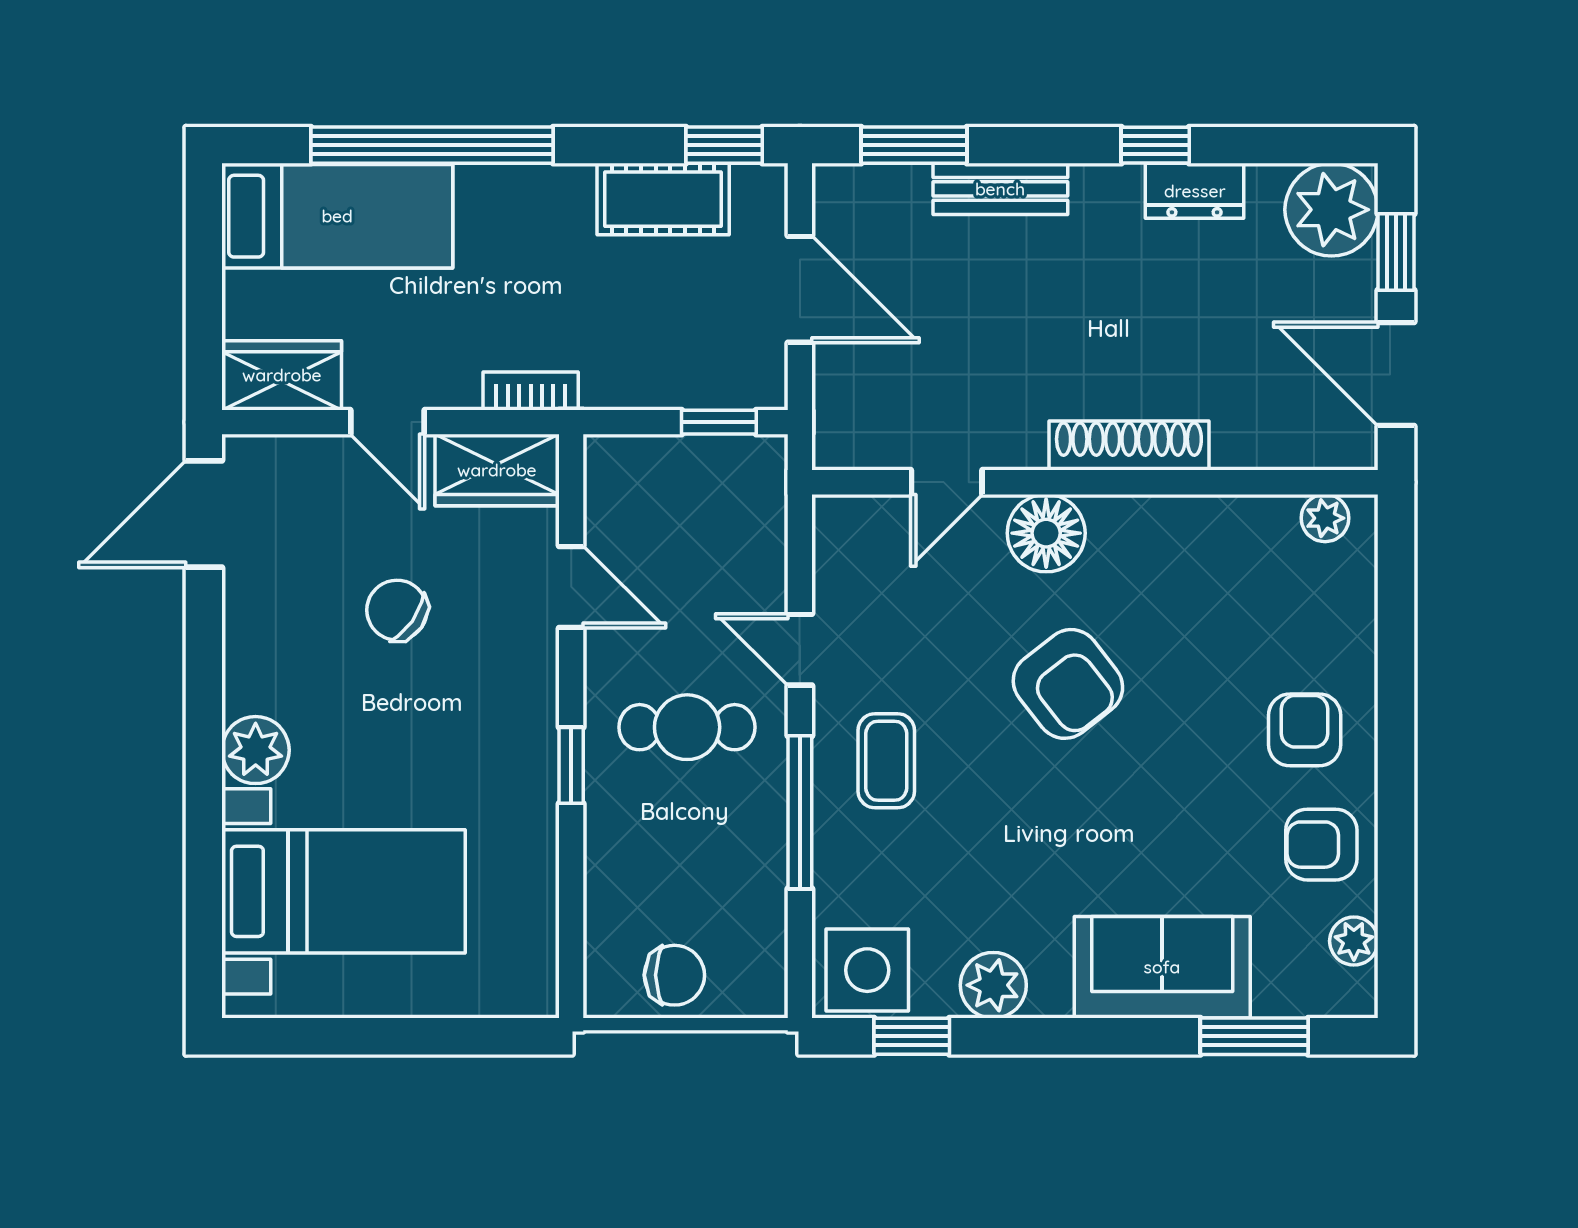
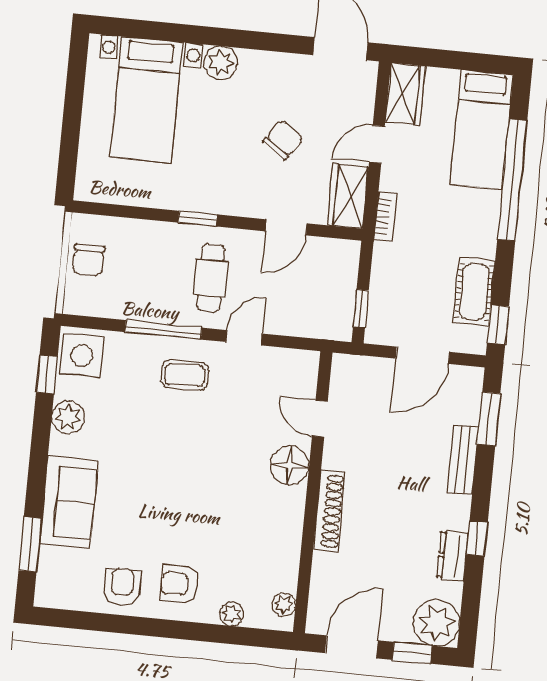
armchair: (1068, 684) -> (214, 469), removed
armchair: (1305, 730) -> (180, 584), turned 180
plant: (1354, 941) -> (232, 614), moved

